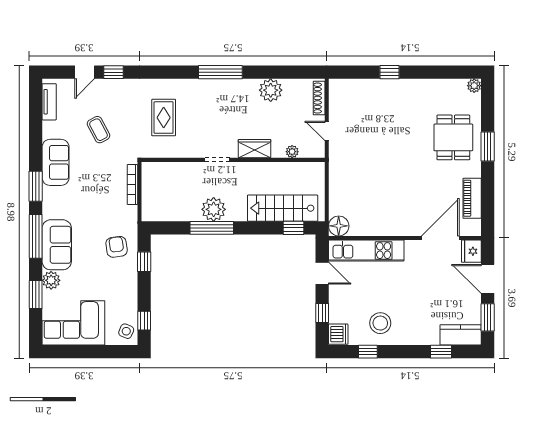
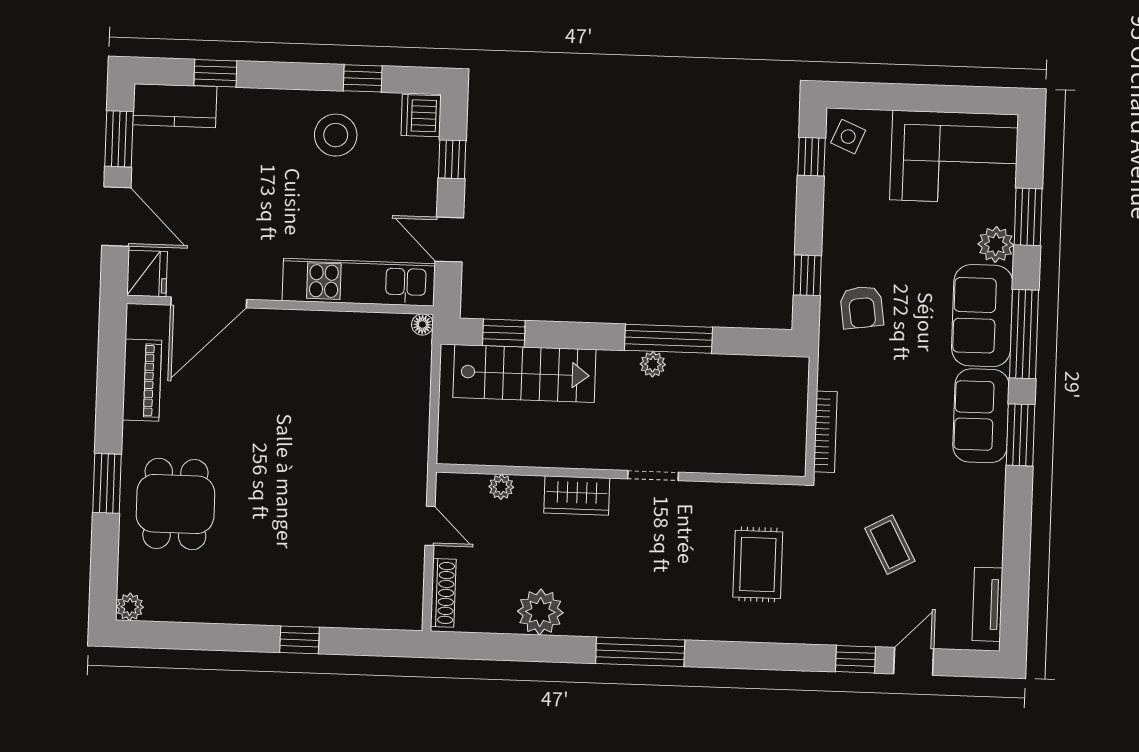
sofa: (56, 162) -> (981, 416), moved
plant: (214, 209) -> (653, 364), width x0.53, depth x0.53
floor lamp: (339, 226) -> (422, 324), width x0.53, depth x0.53

